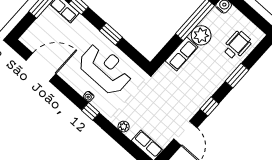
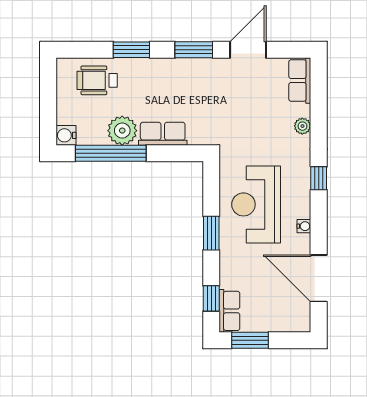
water cooler: (89, 97) -> (304, 226), moved
window: (209, 106) -> (194, 50), width x1.50

